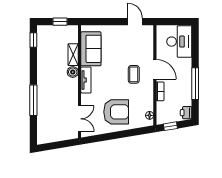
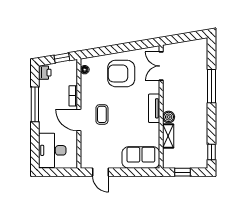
sofa: (91, 49) -> (141, 157), moved, turned 90

